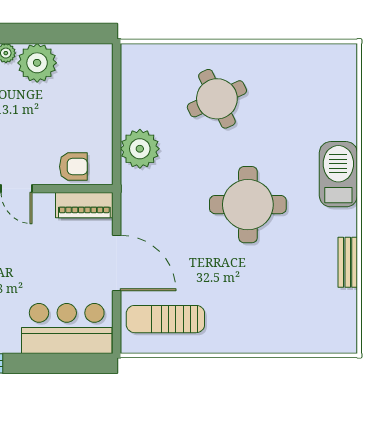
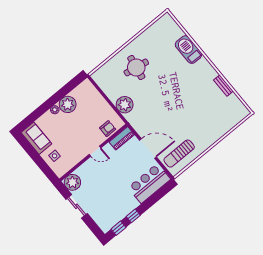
round table: (217, 99) -> (136, 67), turned 35
barbecue: (338, 174) -> (188, 50), moved
round table: (248, 205) -> (175, 94), removed

